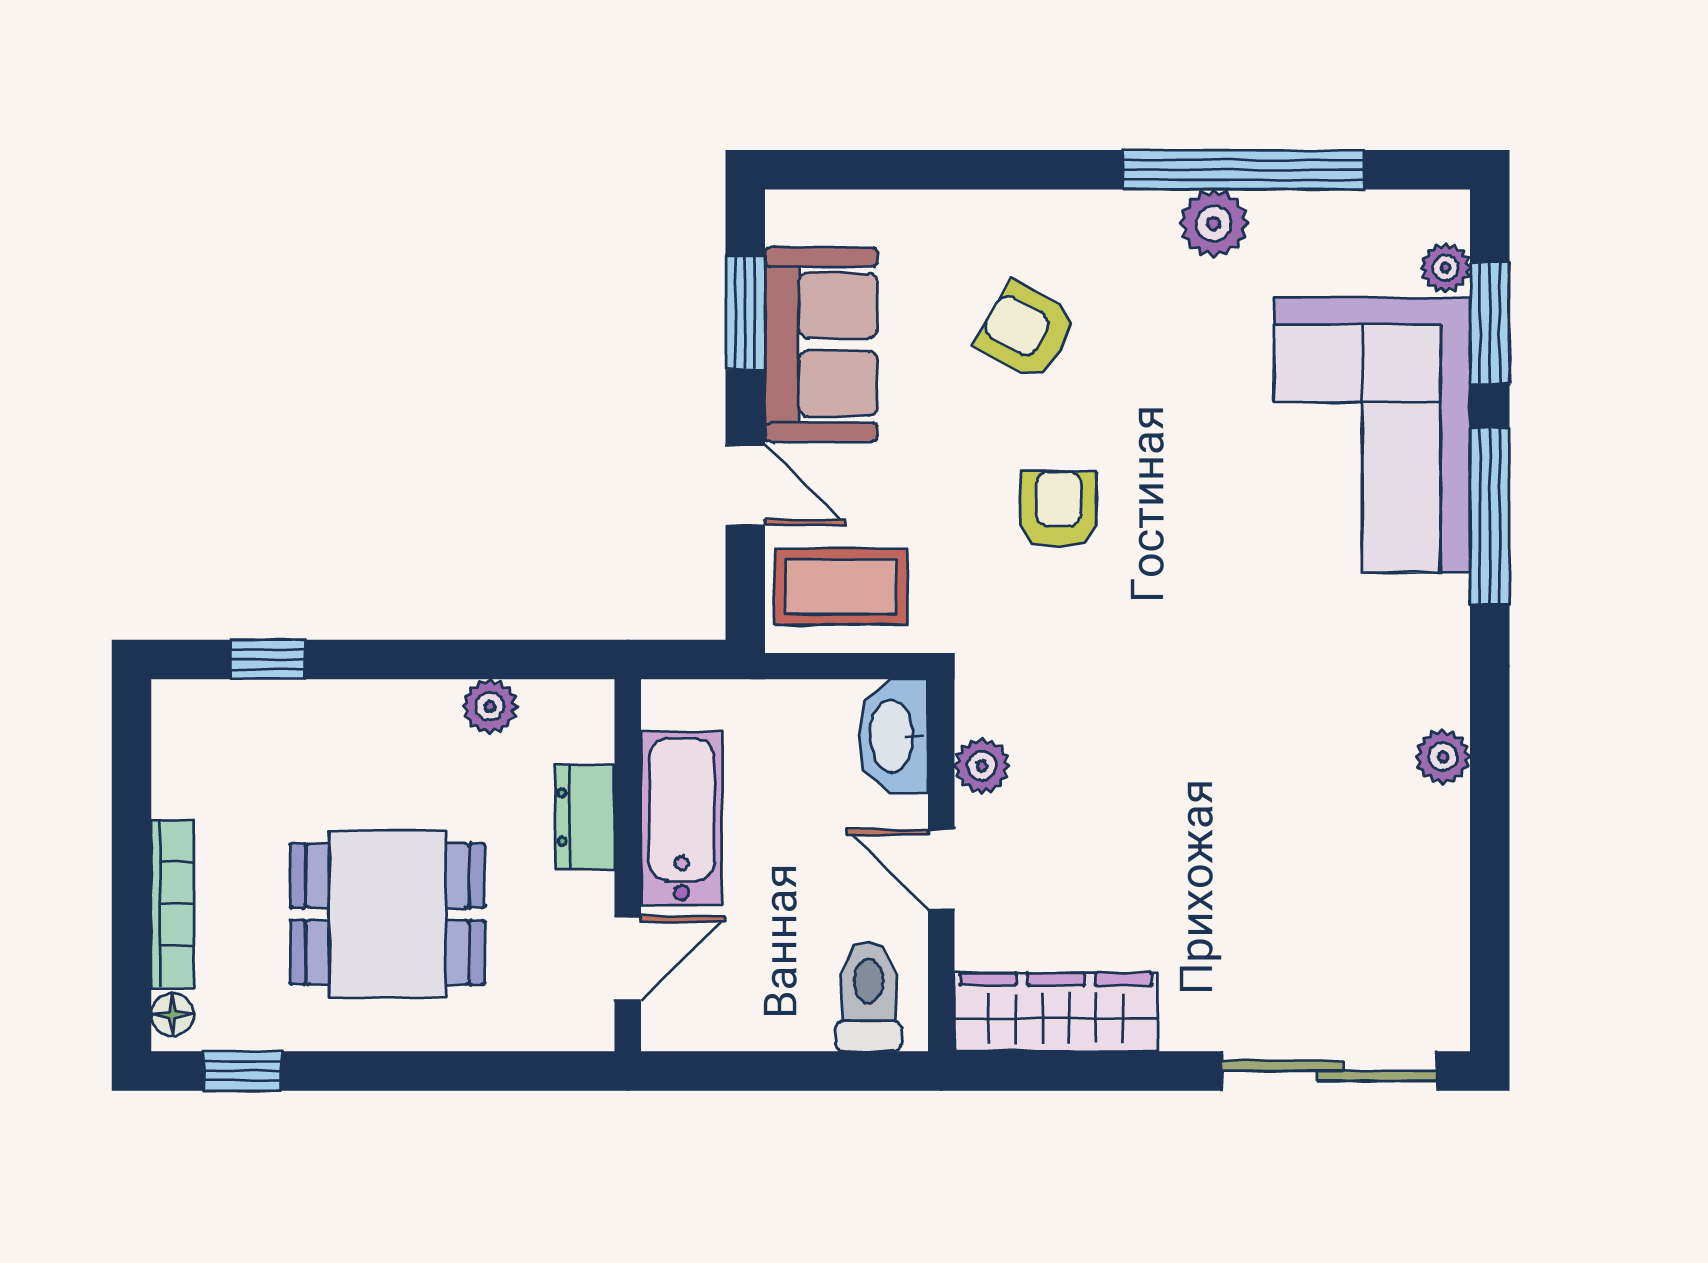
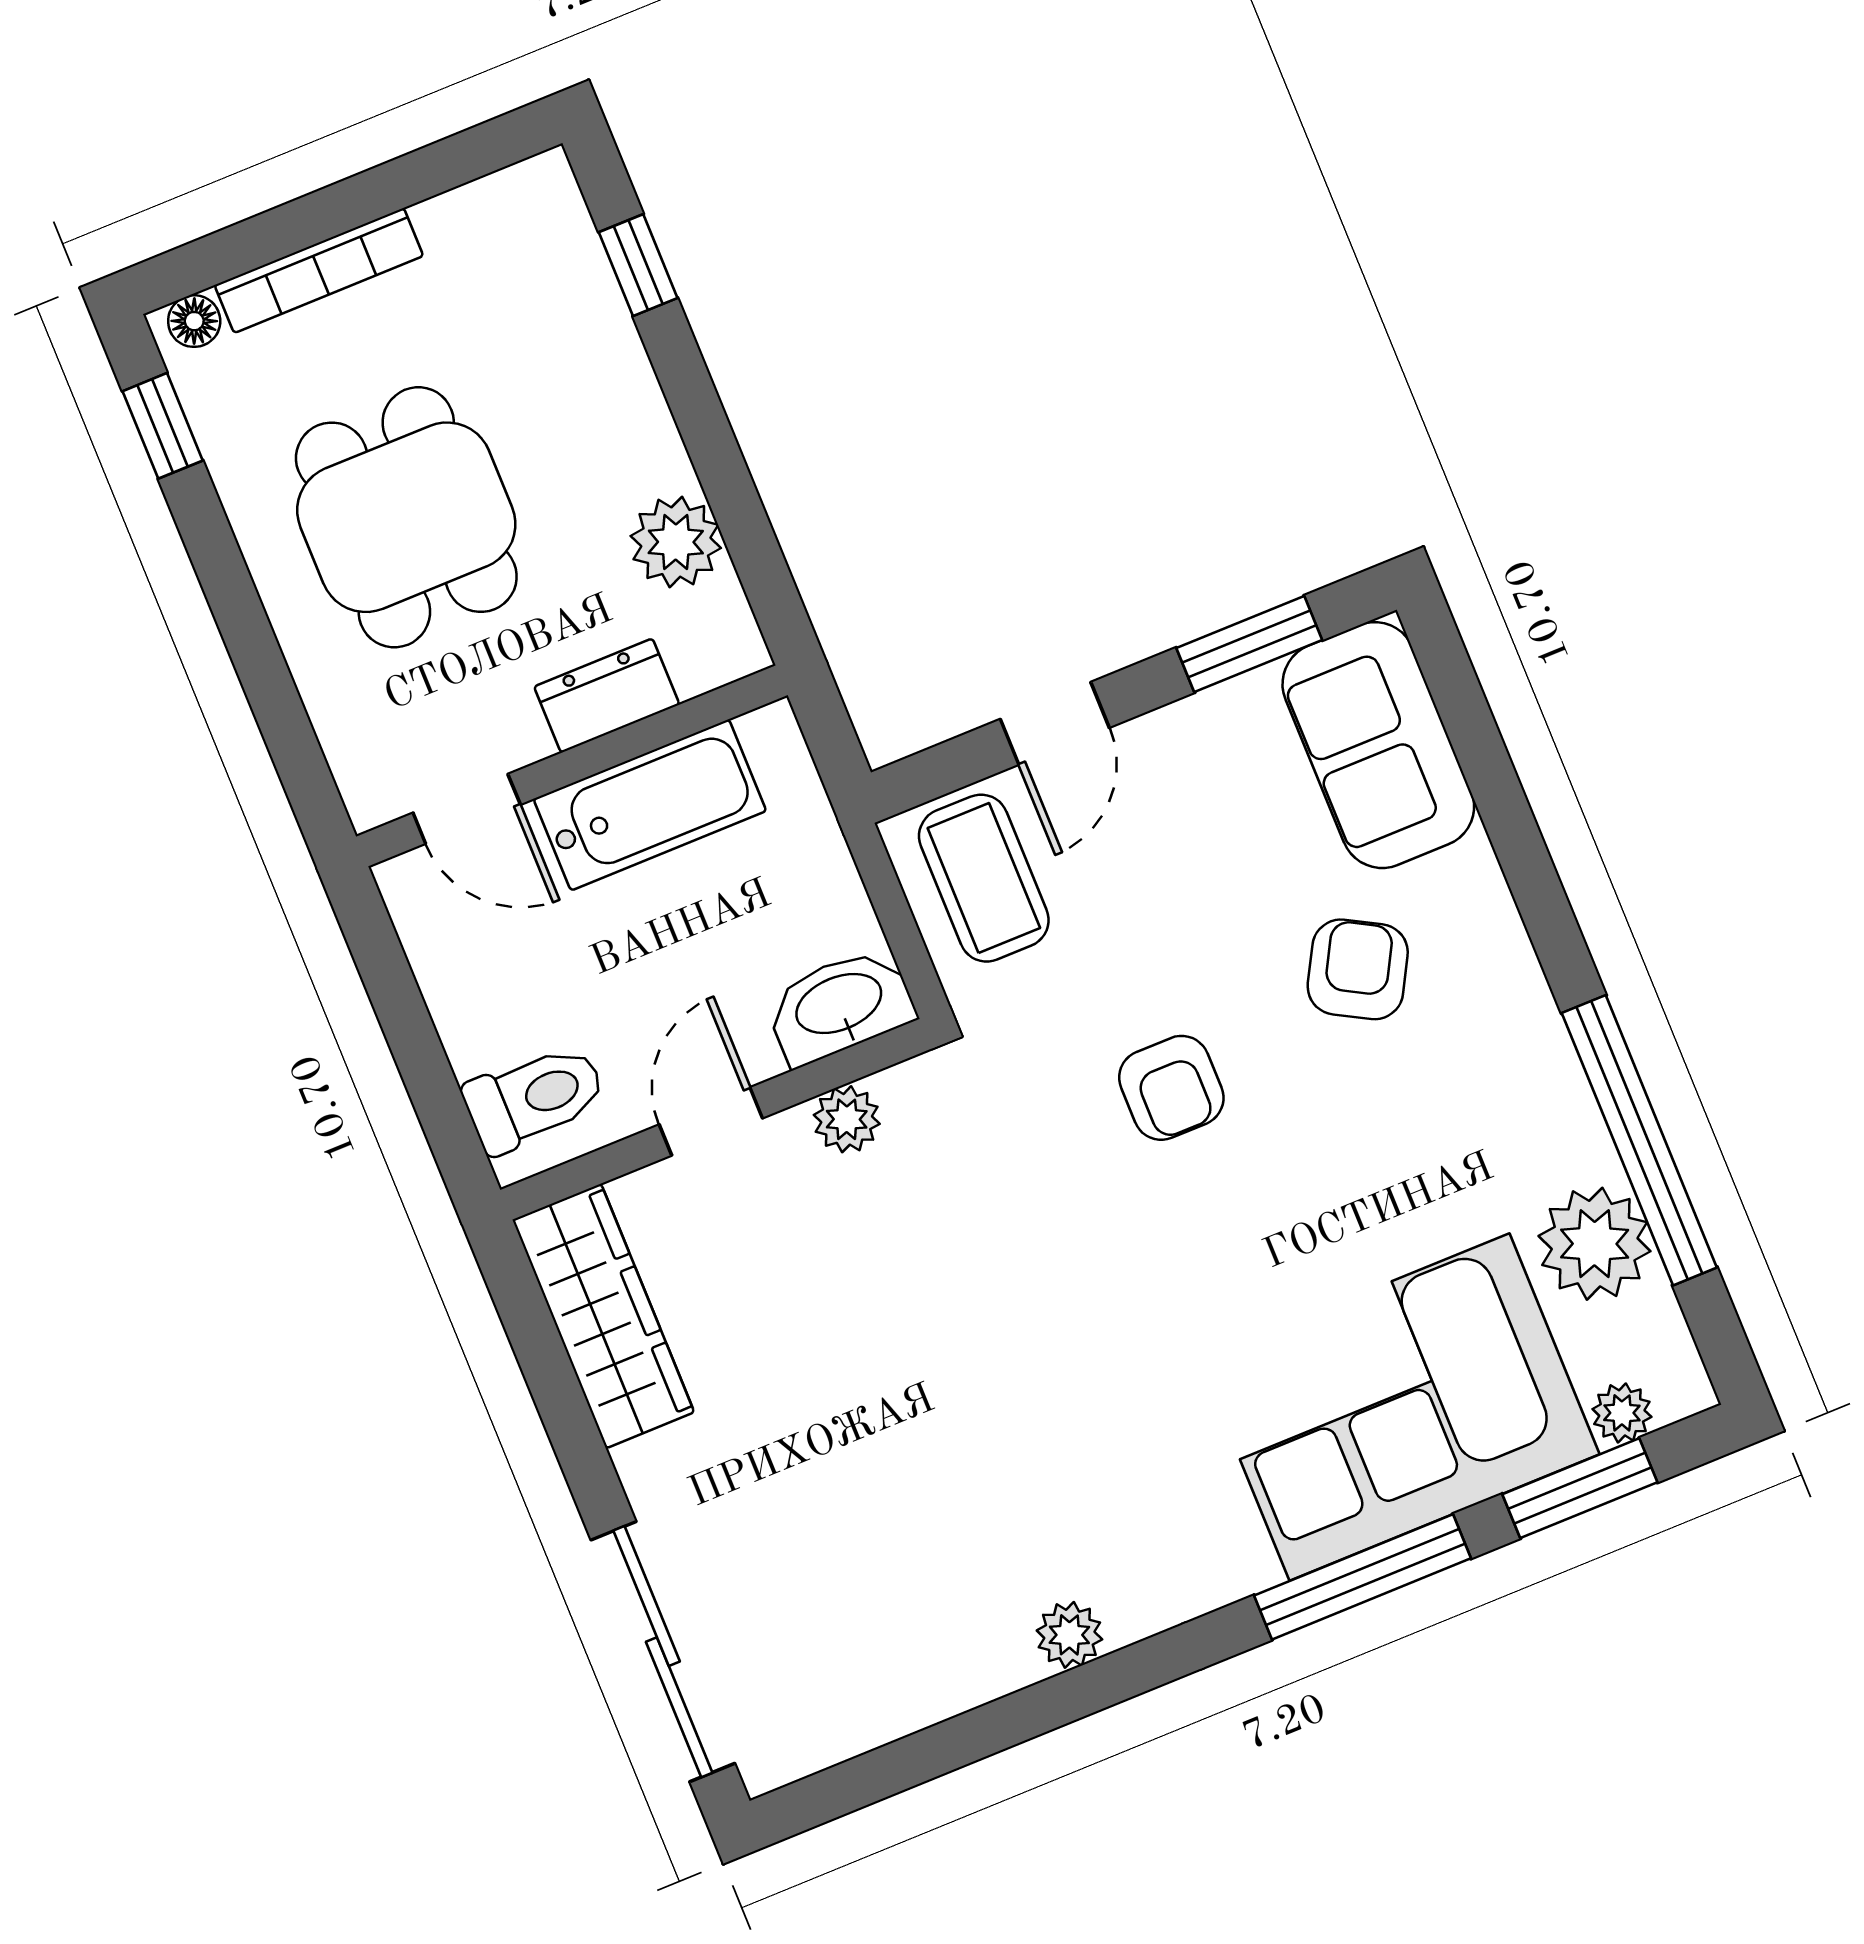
plant: (1214, 223) -> (1595, 1244), moved, width x1.36, depth x1.36
sofa: (821, 345) -> (1378, 745), moved, turned 90
armchair: (1059, 509) -> (1171, 1088), turned 90
plant: (490, 707) -> (676, 542), width x1.38, depth x1.38

